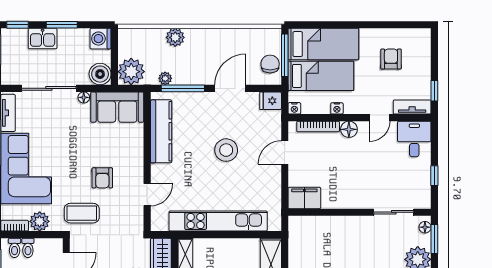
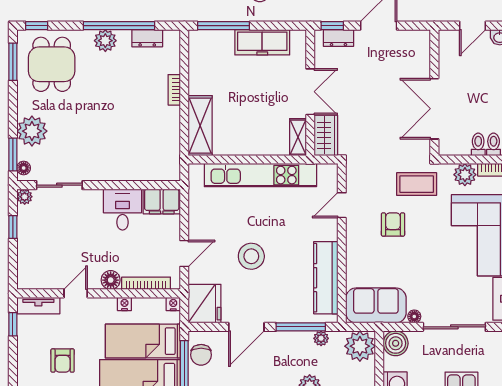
fridge: (271, 101) -> (205, 304), width x1.88, depth x1.34
desk: (414, 139) -> (123, 210), moved, turned 180
plant: (424, 202) -> (25, 197), added

